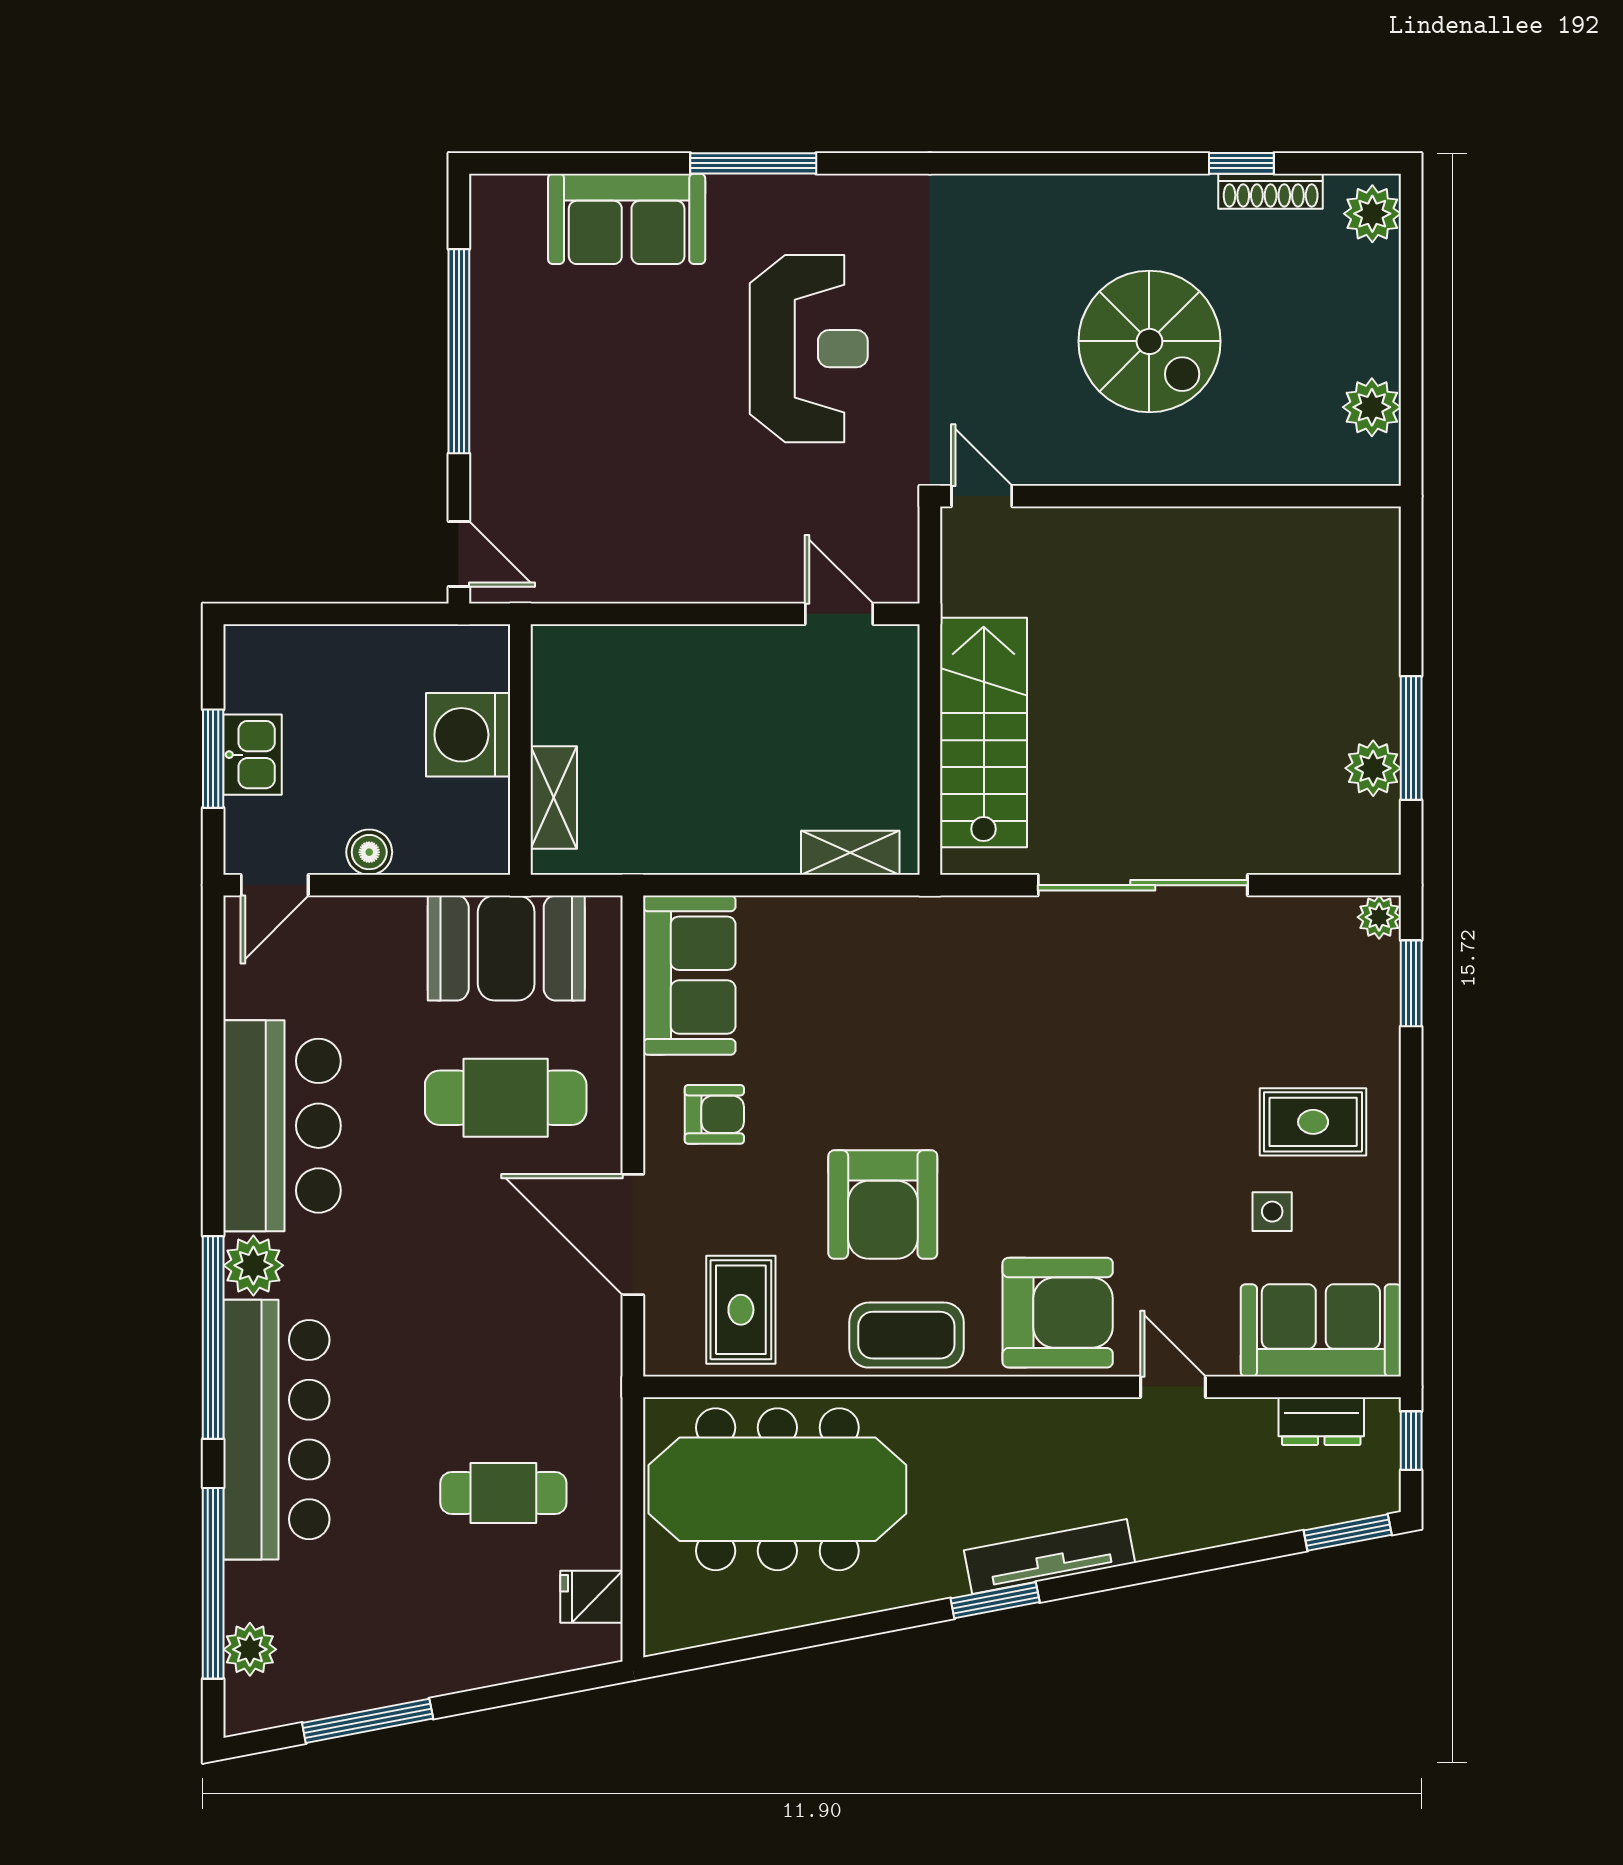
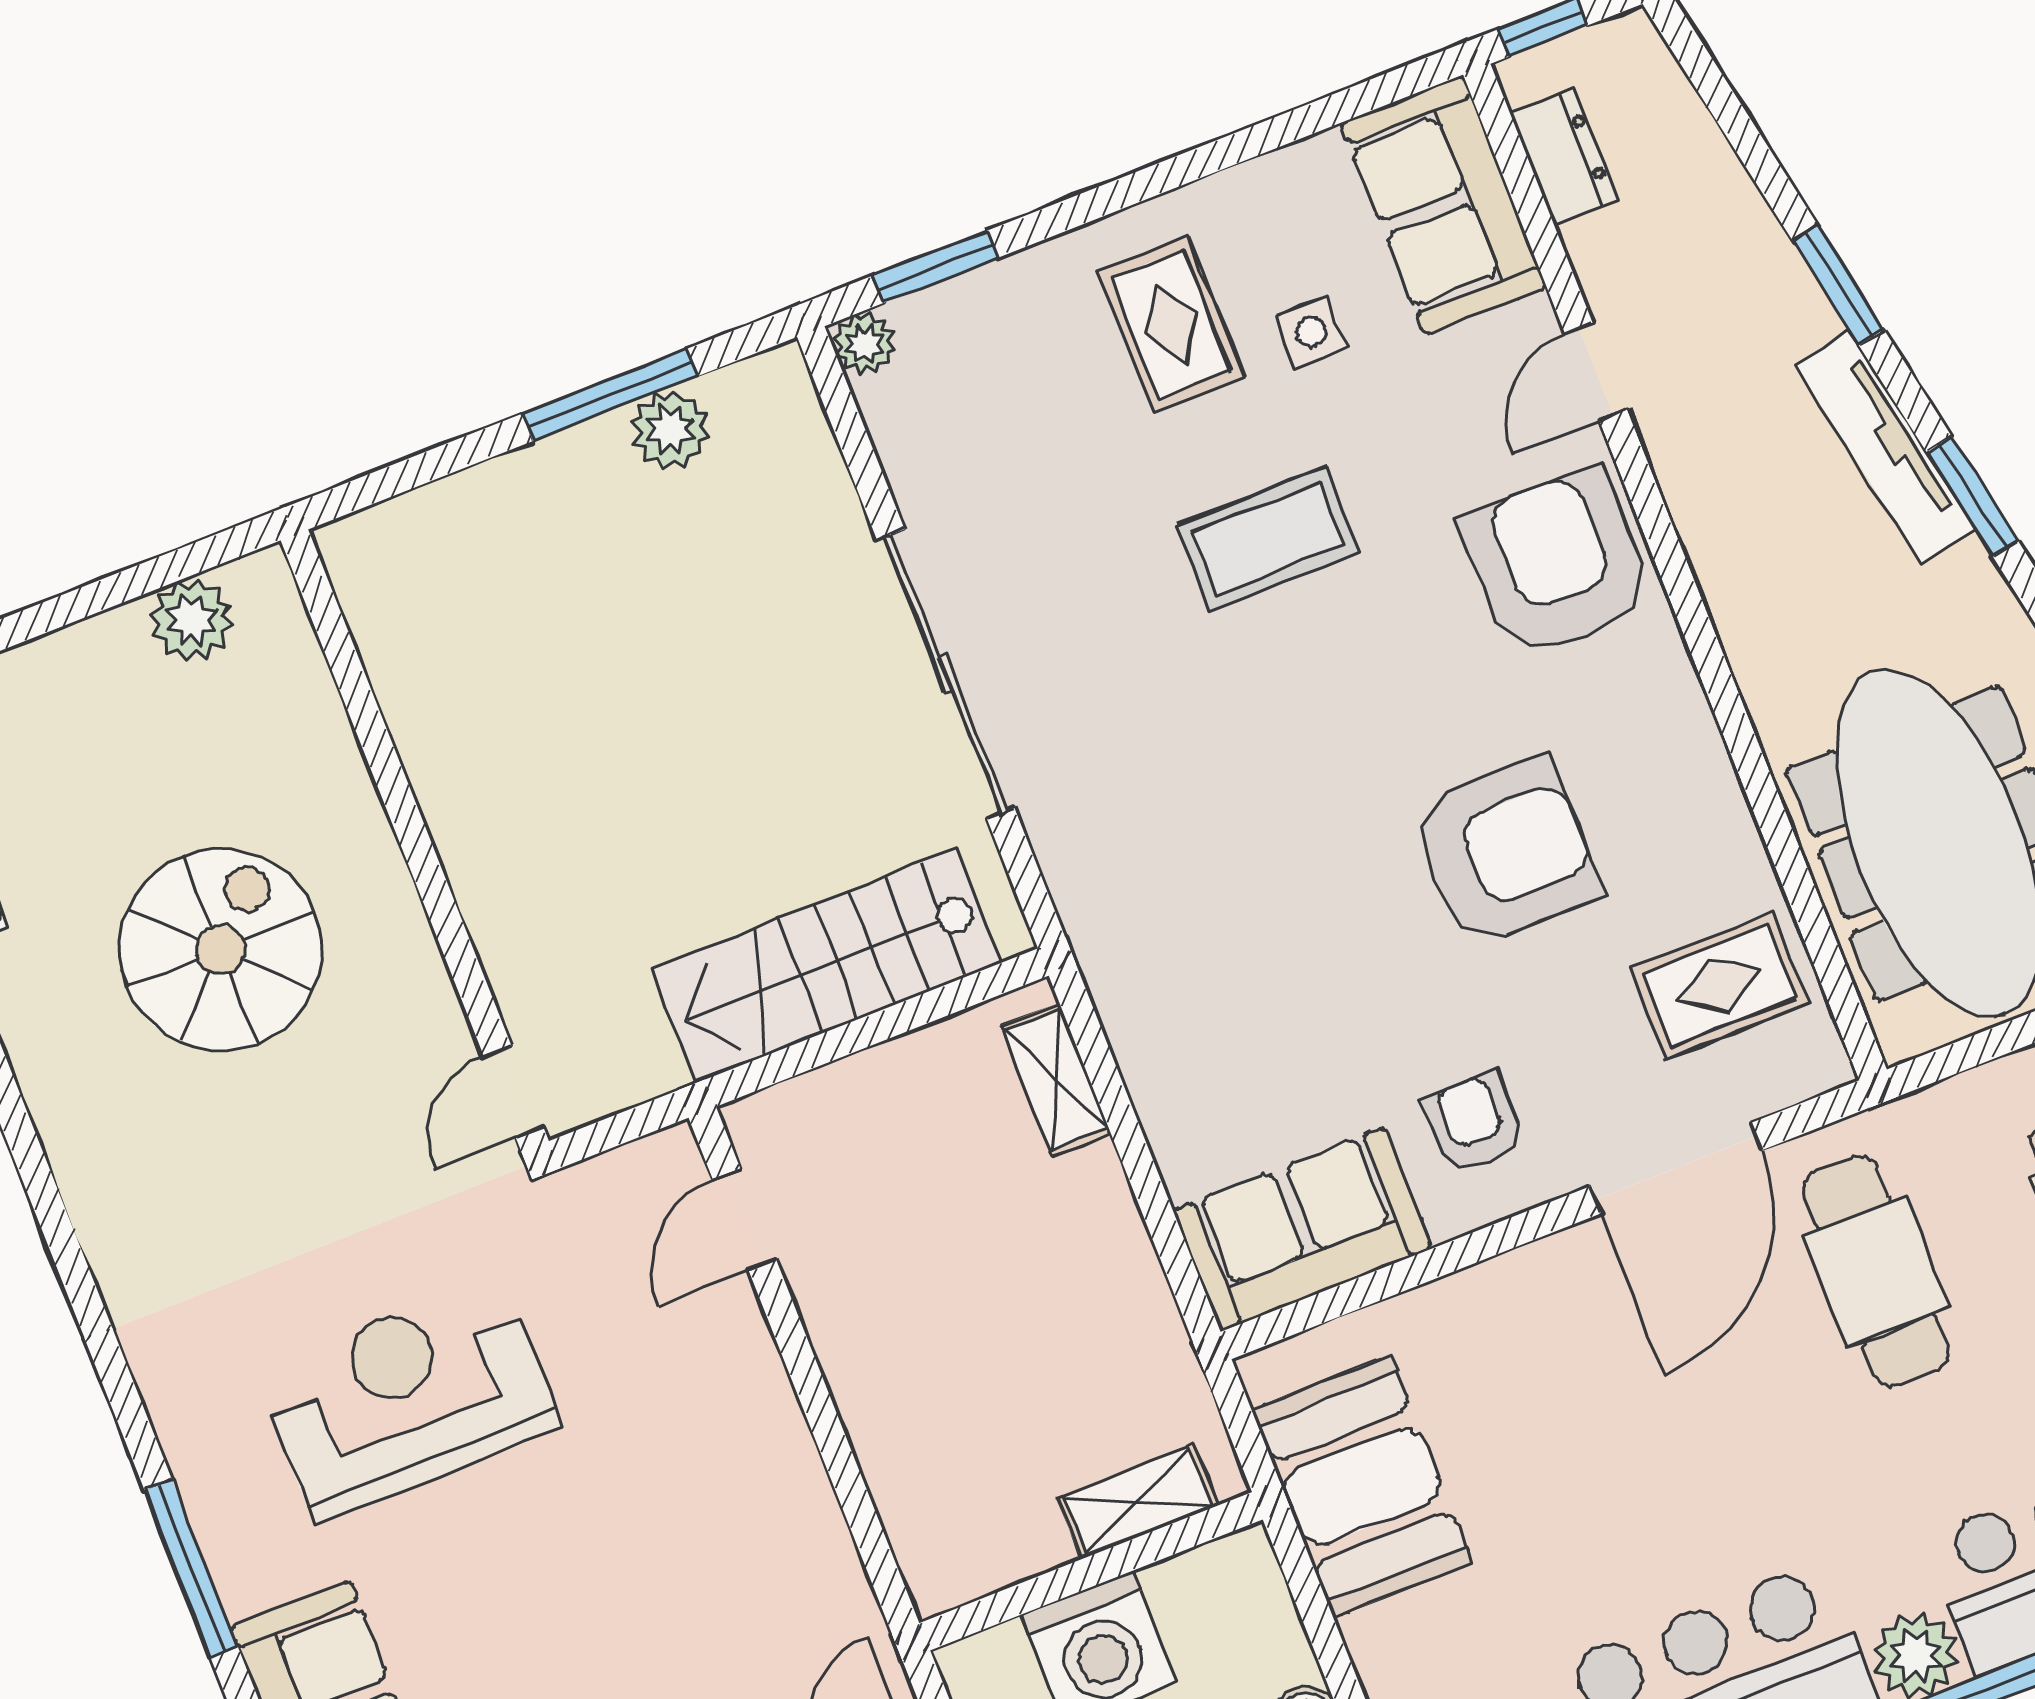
cafe table: (506, 1098) -> (1876, 1271), moved
coffee table: (906, 1335) -> (1268, 539), moved, turned 90
window: (1348, 1533) -> (1839, 286), moved

